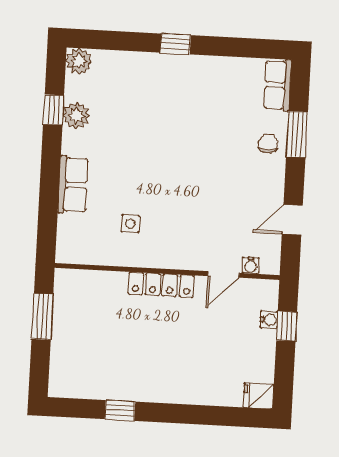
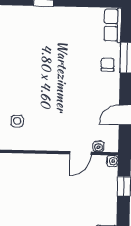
locker: (161, 285) -> (39, 161), removed
water cooler: (269, 320) -> (112, 161), moved

